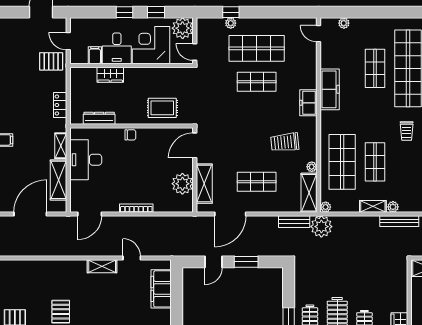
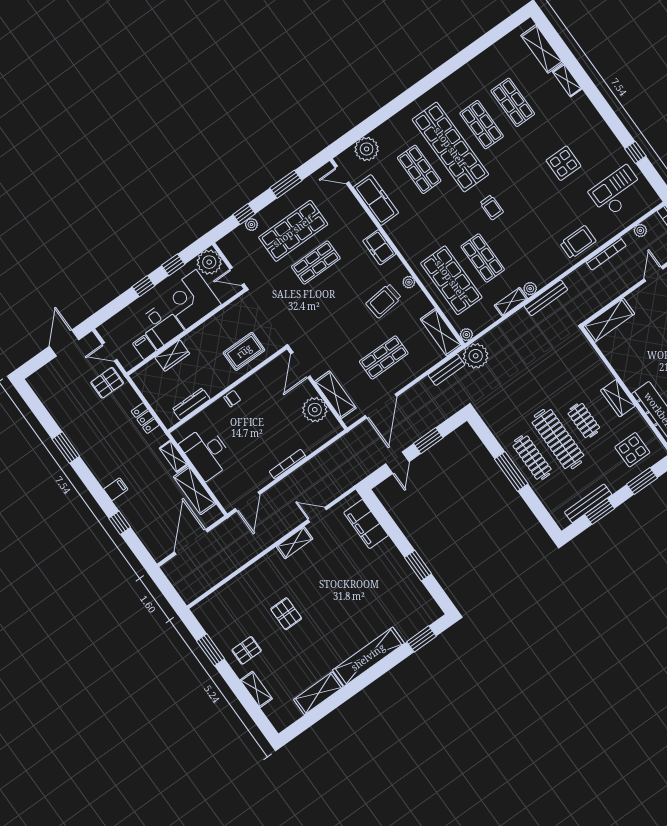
window: (275, 12) -> (286, 184), added
plant: (344, 23) -> (367, 149), width x1.88, depth x1.88
freezer: (330, 89) -> (376, 200), moved
plant: (312, 167) -> (409, 282), moved

